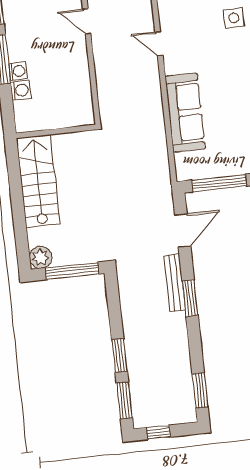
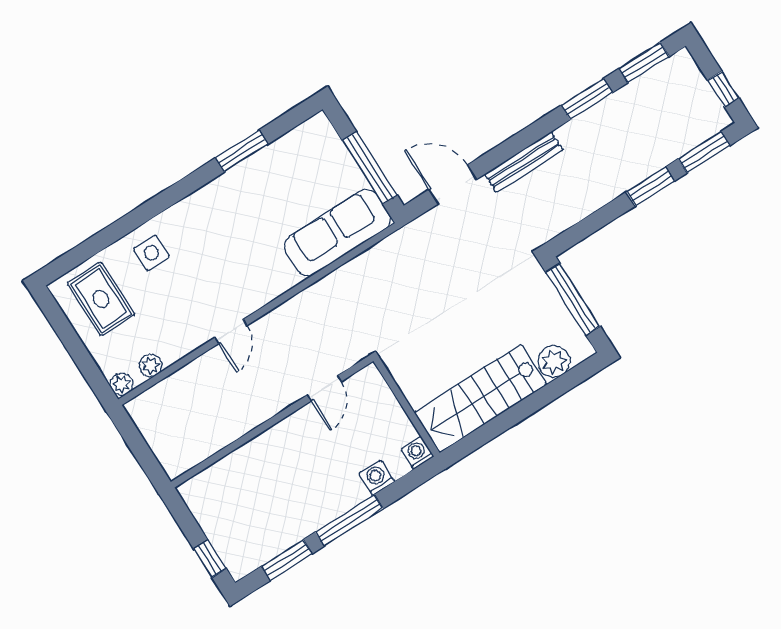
door: (87, 22) -> (324, 388), moved
washing machine: (18, 71) -> (417, 453), moved
sofa: (185, 113) -> (337, 233), moved
plant: (40, 257) -> (554, 362), moved
window: (190, 298) -> (587, 99), moved

